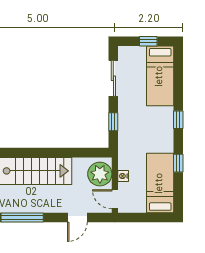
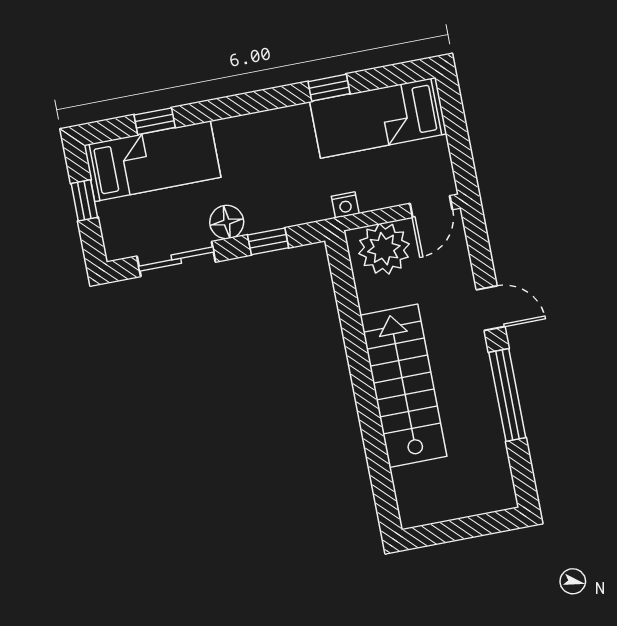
floor lamp: (126, 105) -> (227, 222), added
window: (178, 120) -> (155, 121), moved
nightstand: (123, 176) -> (345, 205), moved
door: (77, 218) -> (491, 308), moved

